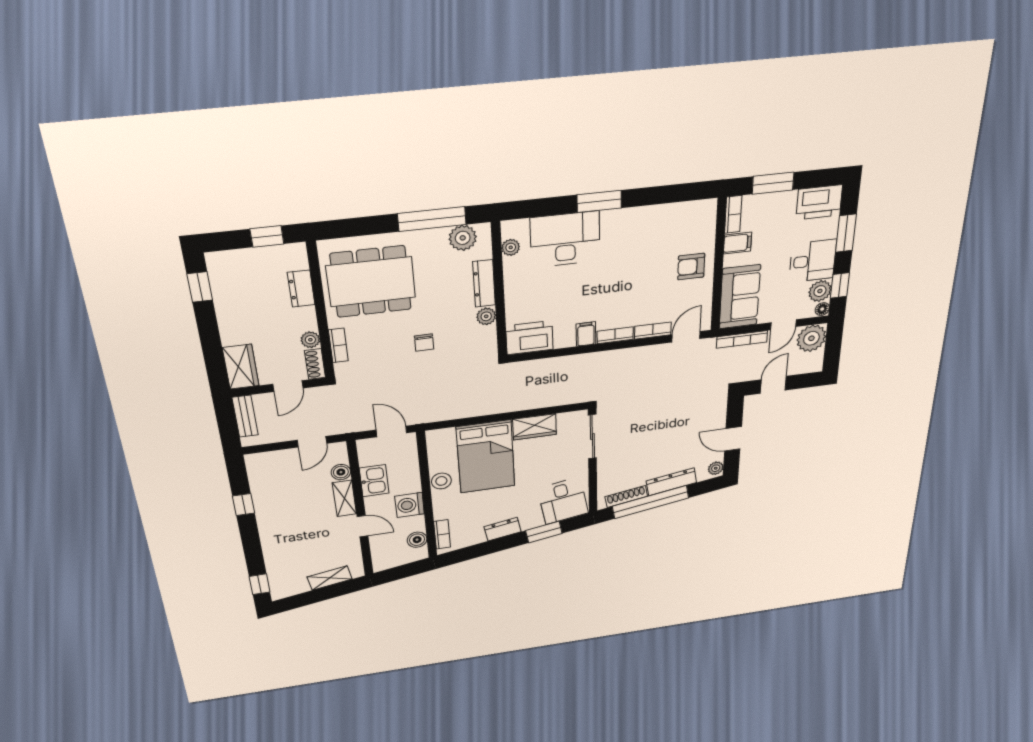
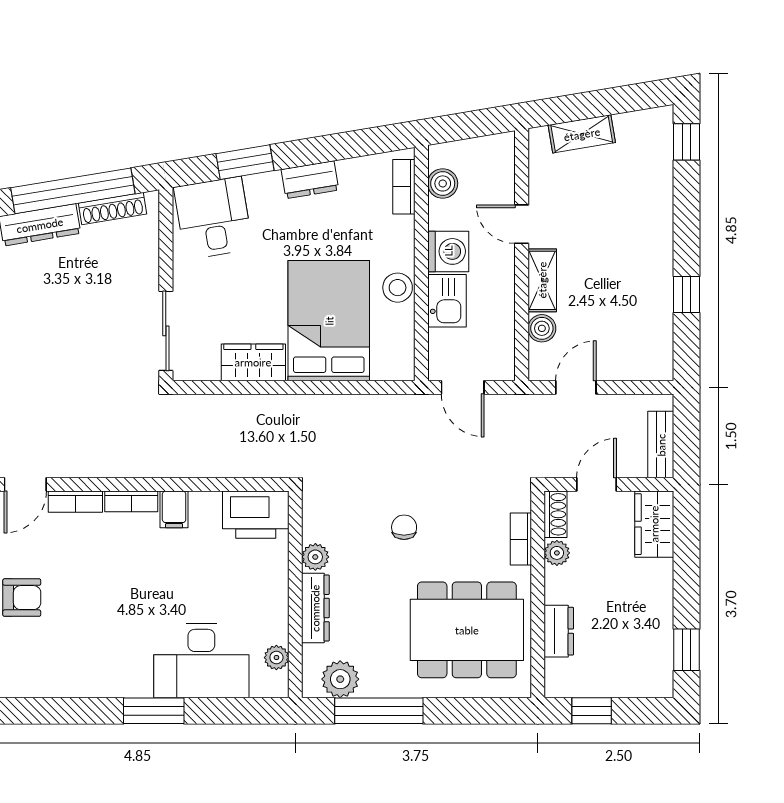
kitchen sink: (374, 481) -> (447, 301), moved, turned 180

